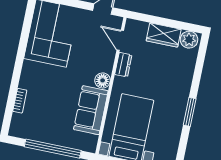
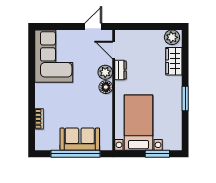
wardrobe: (164, 35) -> (174, 61), moved, turned 90
plant: (105, 64) -> (105, 72), added
sofa: (91, 110) -> (80, 139), moved, turned 90

